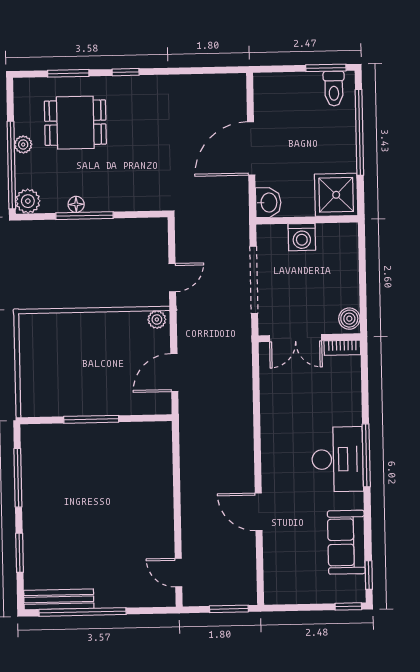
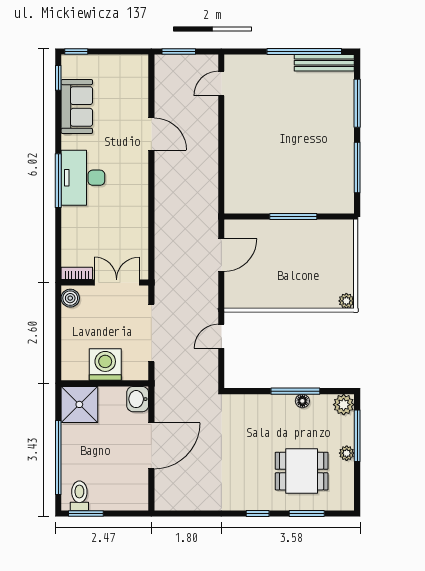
window: (11, 165) -> (357, 436), width x0.68
washing machine: (302, 237) -> (105, 365), width x1.37, depth x1.37
plant: (157, 319) -> (346, 301), moved
window: (20, 553) -> (357, 103), width x1.44
door: (178, 573) -> (221, 83), swing flipped

